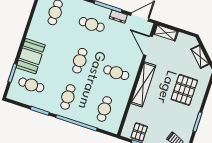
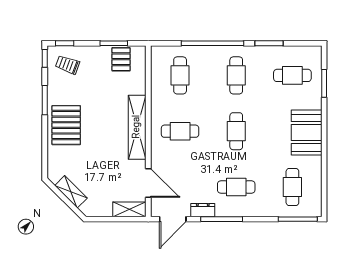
booth: (31, 56) -> (307, 133), moved
pallet: (184, 90) -> (66, 125), moved

